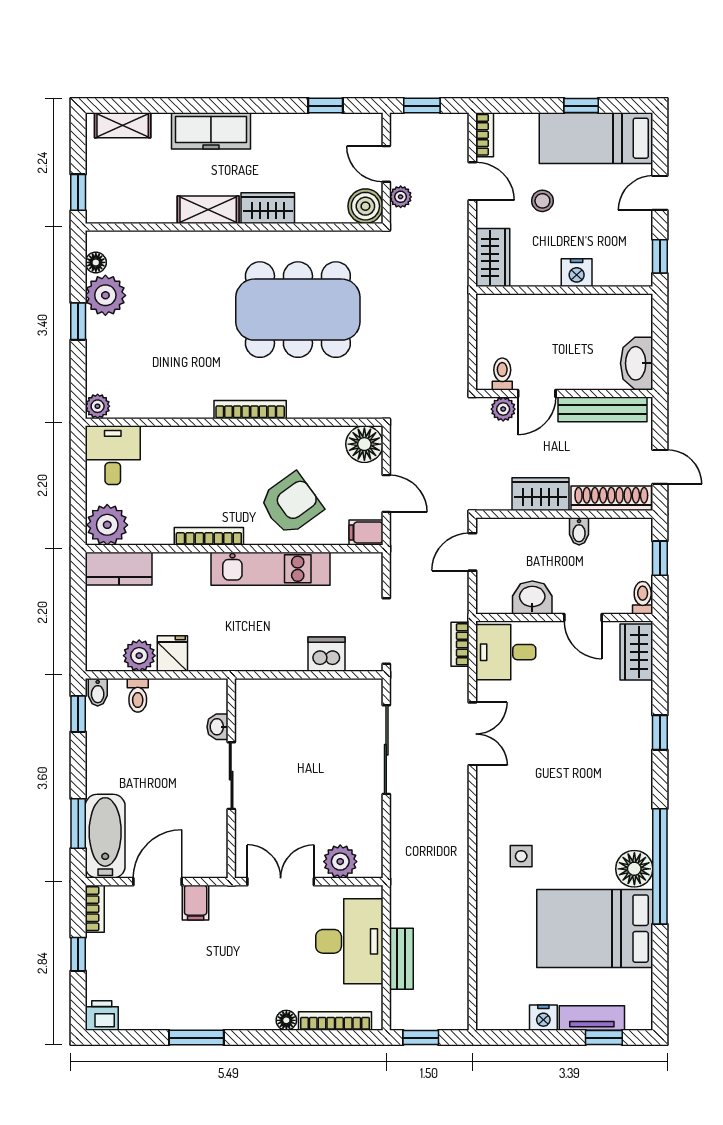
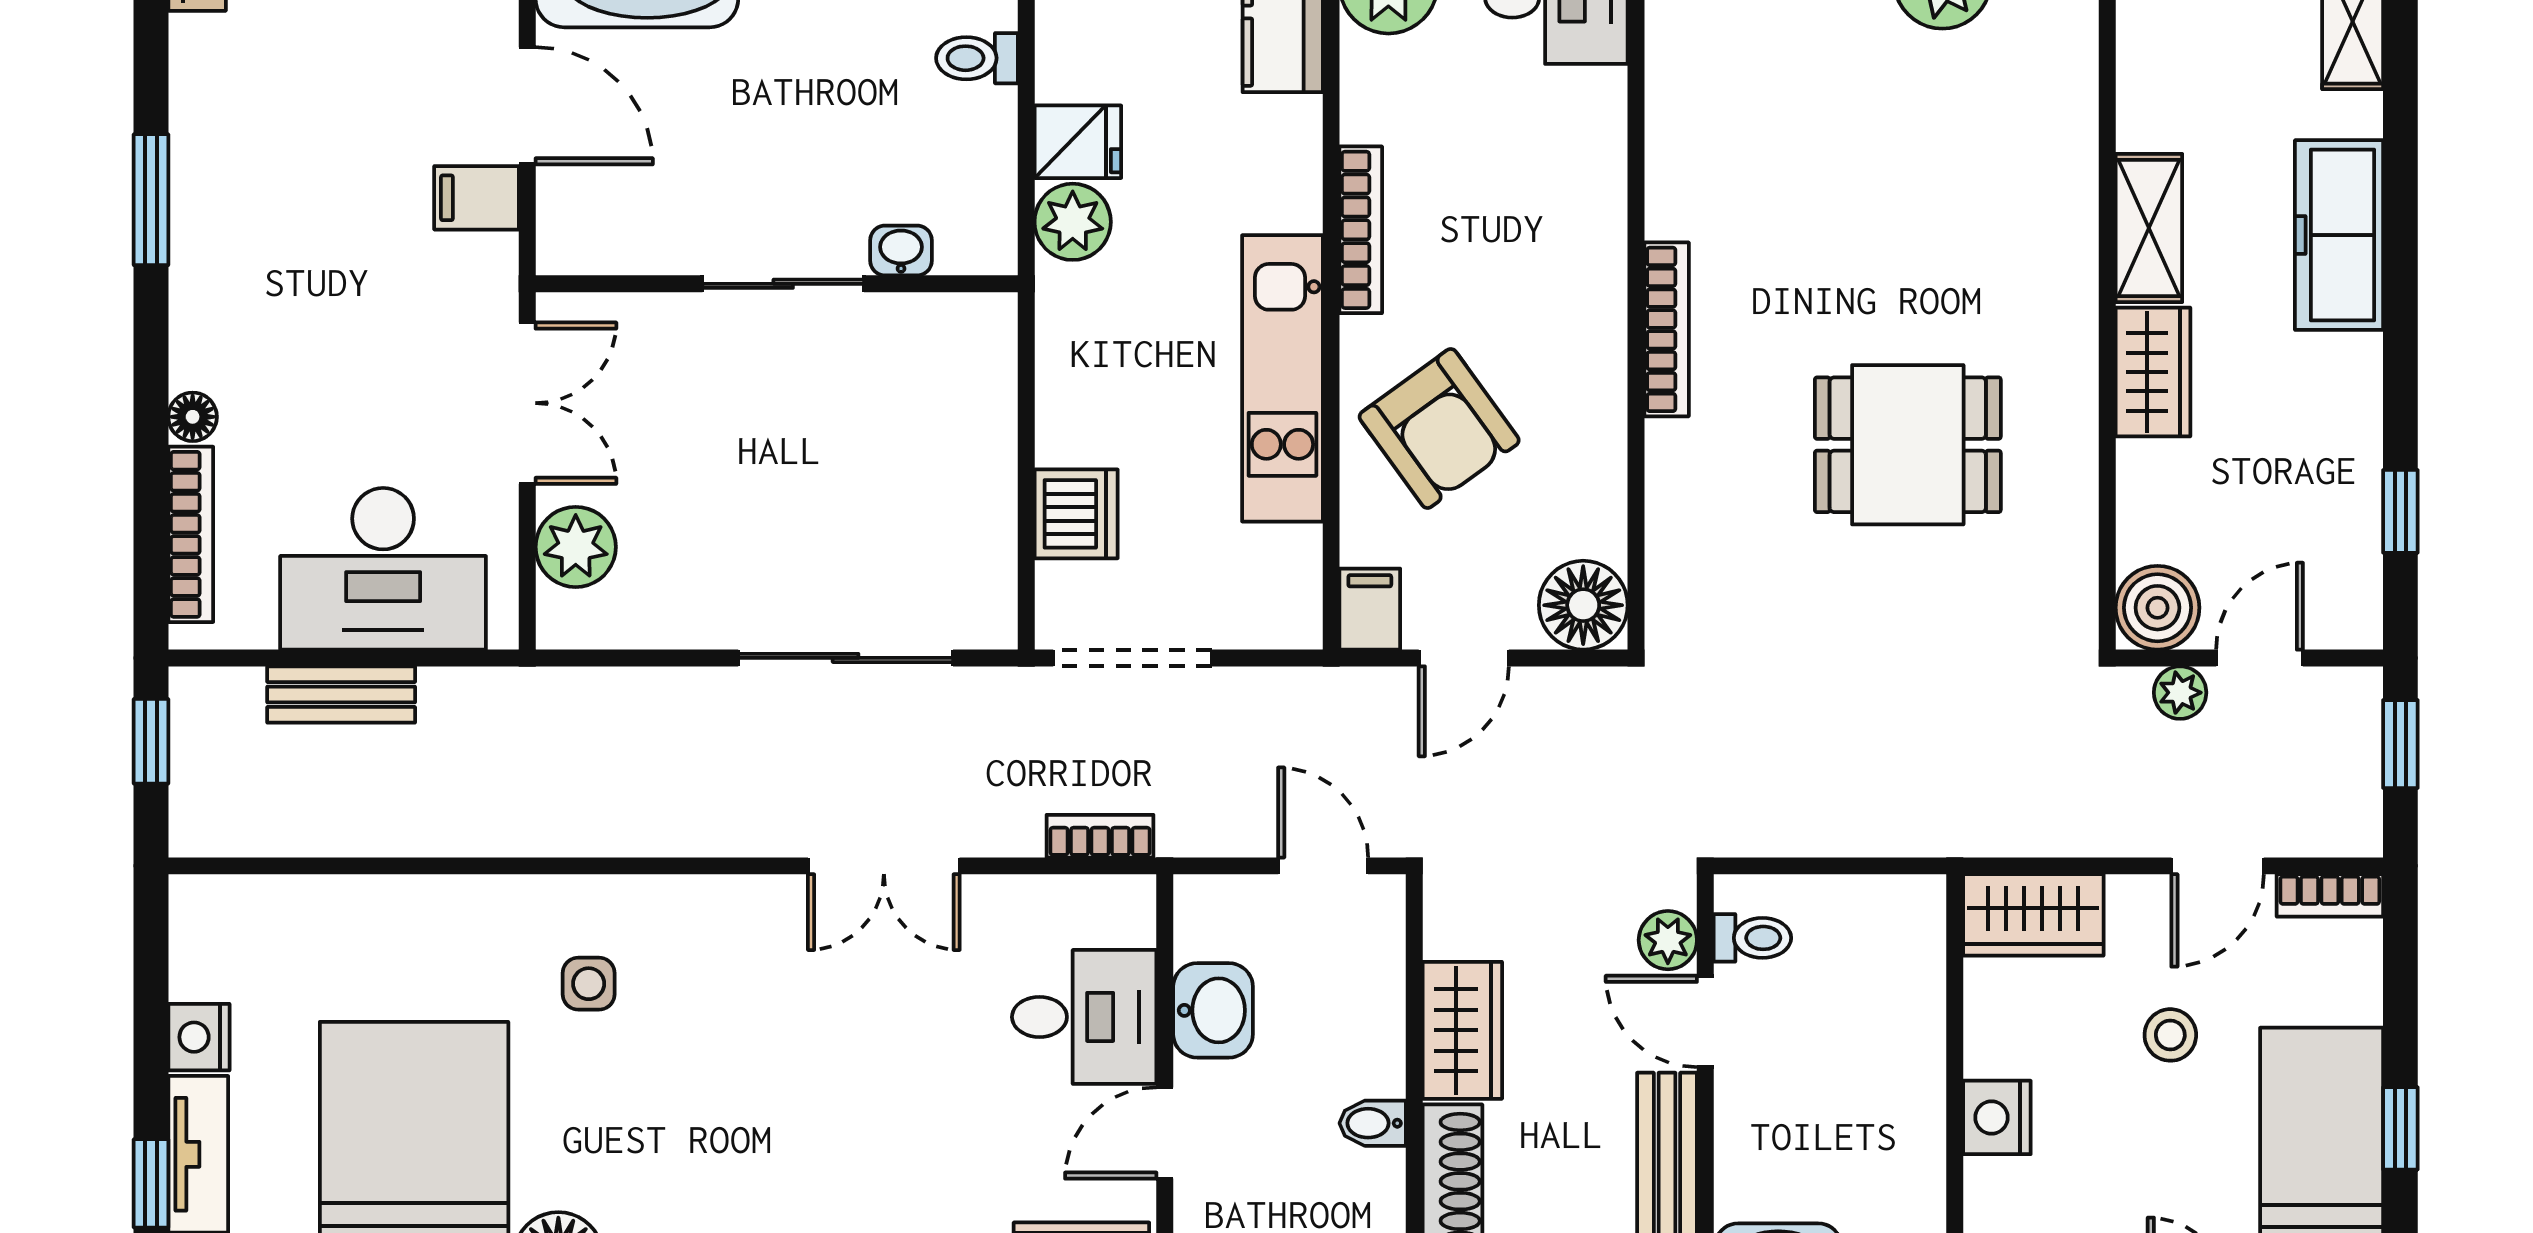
dining table: (298, 310) -> (1908, 445), width x0.53, depth x0.80
desk: (506, 652) -> (1084, 1017), moved, turned 90
plant: (139, 656) -> (1073, 222), moved

